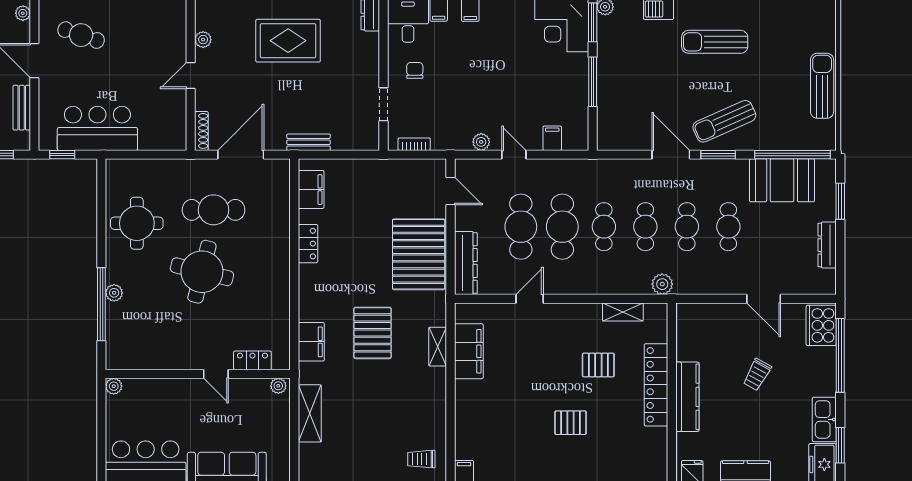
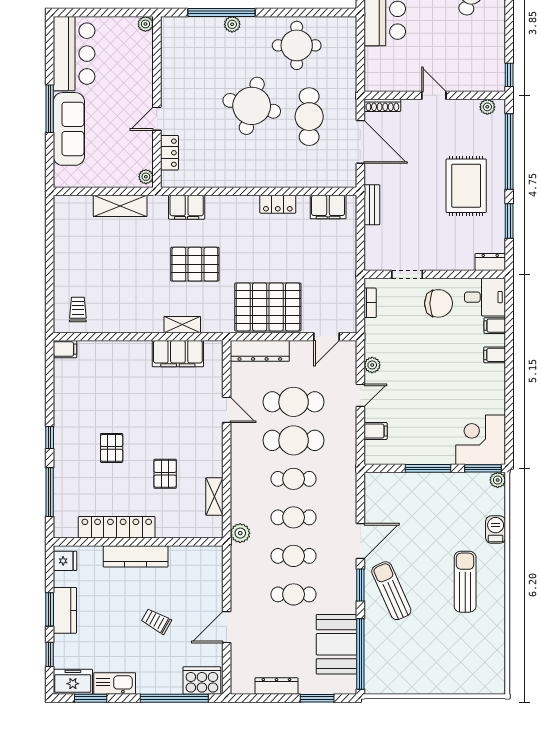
plant: (203, 40) -> (487, 107), moved
chair: (415, 70) -> (439, 303), width x1.87, depth x1.87
sun lounger: (822, 86) -> (424, 681), removed
locker: (656, 385) -> (117, 527), moved

